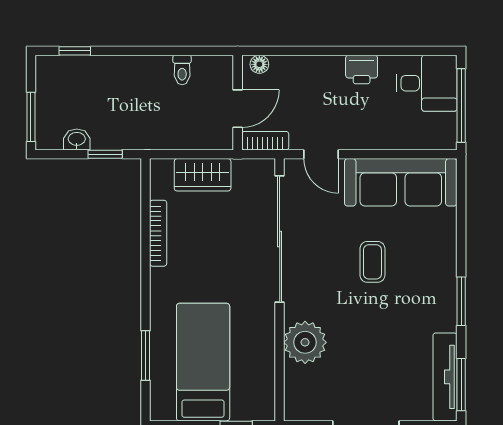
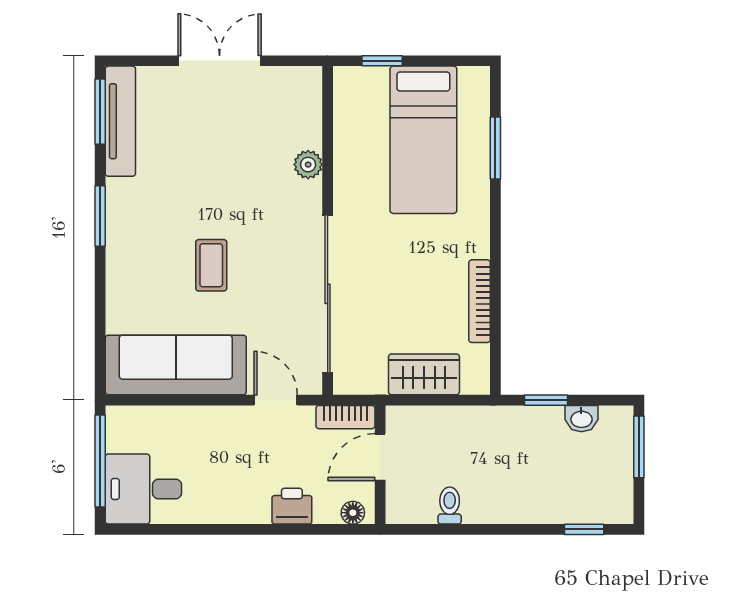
printer: (362, 69) -> (292, 506), moved
plant: (305, 342) -> (308, 165), width x0.53, depth x0.53

